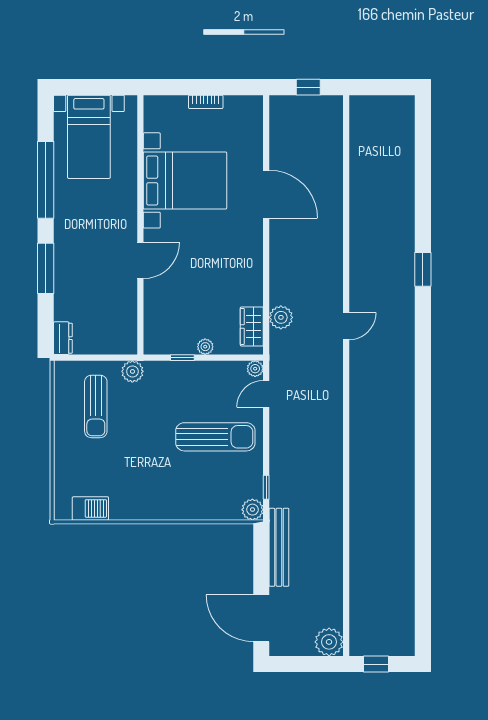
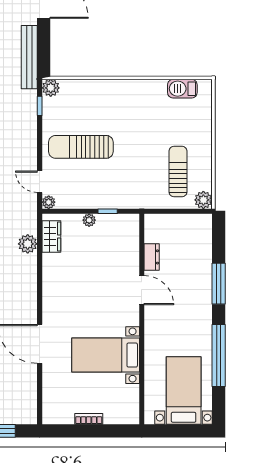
bed with nightstands: (185, 180) -> (106, 355), width x0.73
door: (140, 260) -> (142, 290), swing flipped
dresser: (63, 338) -> (152, 257), moved, turned 180
plant: (132, 371) -> (203, 200), moved
door: (266, 394) -> (40, 182), swing flipped

